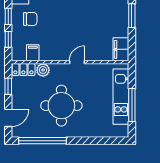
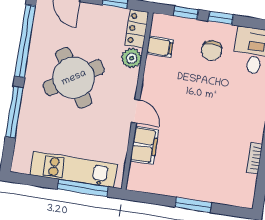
filing cabinet: (121, 49) -> (144, 145), moved, turned 90
window: (132, 105) -> (83, 188), moved
round table: (61, 106) -> (74, 78), turned -32
window: (90, 141) -> (14, 112), added

